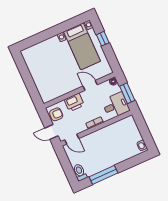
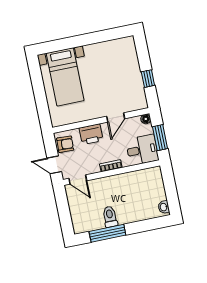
window: (103, 39) -> (148, 79), moved
bed with nightstands: (82, 46) -> (65, 77), moved
door: (90, 85) -> (116, 117), swing flipped
toilet: (80, 172) -> (110, 217), moved

